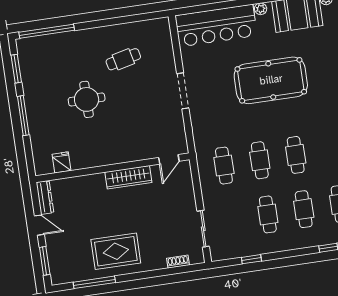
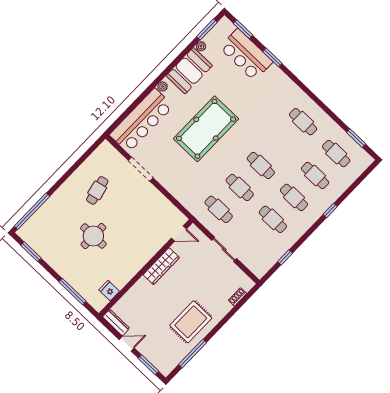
doorway: (183, 91) -> (141, 169), moved
window: (23, 116) -> (72, 292), moved
door: (169, 159) -> (179, 234), hinge flipped
sliding door: (203, 229) -> (224, 249), moved

